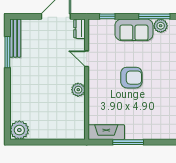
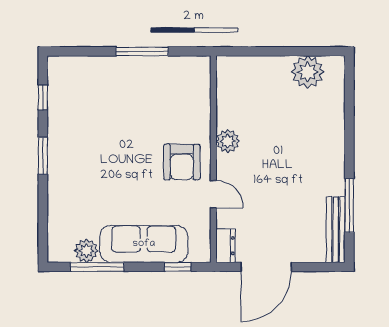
sofa: (134, 30) -> (144, 244), width x1.36
armchair: (131, 78) -> (182, 162), moved, turned -90
plant: (19, 130) -> (308, 72), moved
fireplace: (106, 132) -> (180, 68), removed

